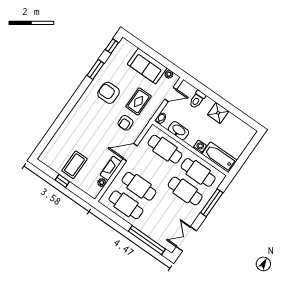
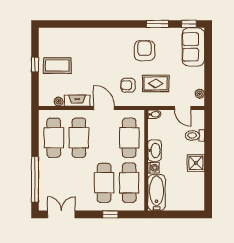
sofa: (147, 66) -> (193, 47), moved
washbasin: (178, 131) -> (155, 150), moved
window: (212, 203) -> (110, 214), width x0.46

